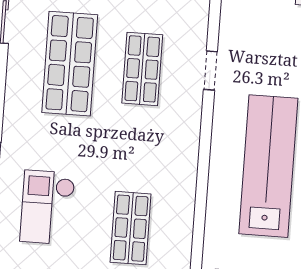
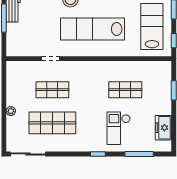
checkout: (47, 207) -> (119, 128), turned 90

